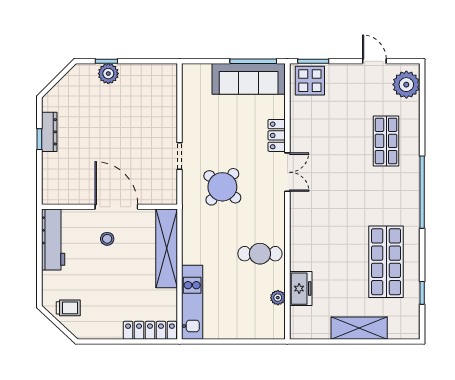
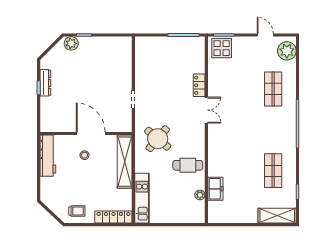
plant: (108, 74) -> (71, 43), moved
sofa: (249, 79) -> (180, 47), removed
round table: (222, 187) -> (158, 139), moved
shop shelf: (386, 262) -> (273, 171), width x0.70, depth x0.74
trolley: (68, 308) -> (77, 211), moved
shelving: (359, 328) -> (277, 216), moved

